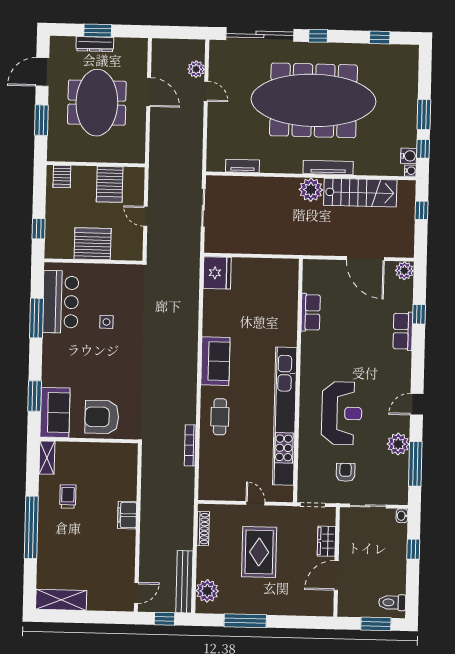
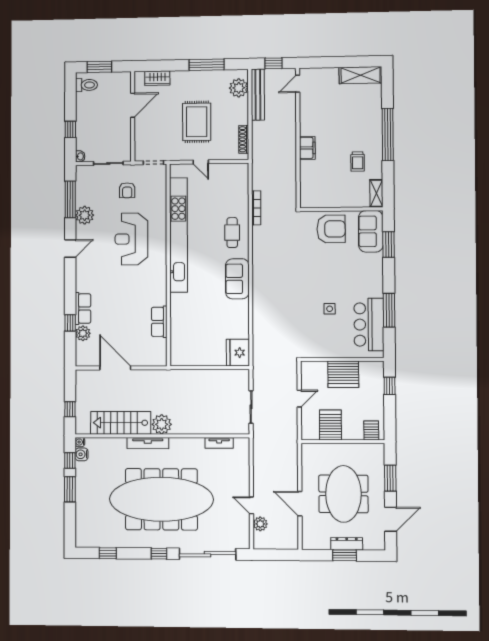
door: (146, 216) -> (299, 399), hinge flipped
plant: (404, 271) -> (83, 333), moved
wardrobe: (326, 541) -> (157, 78), moved, turned 90

